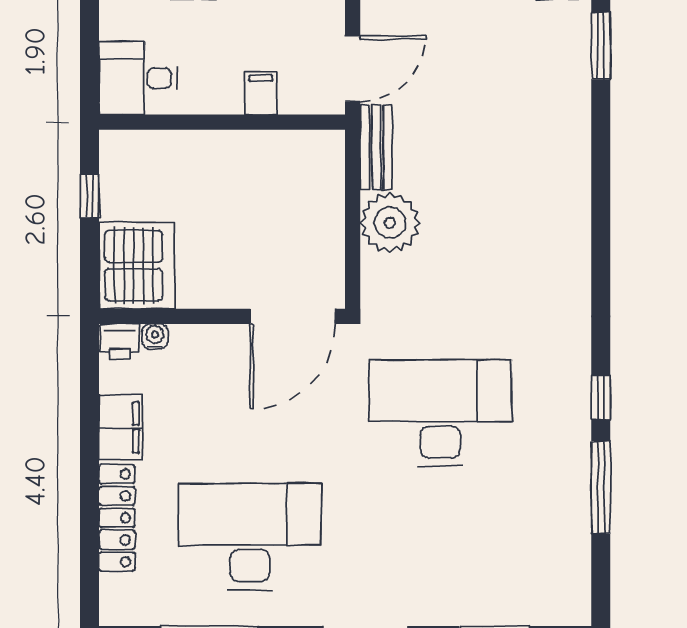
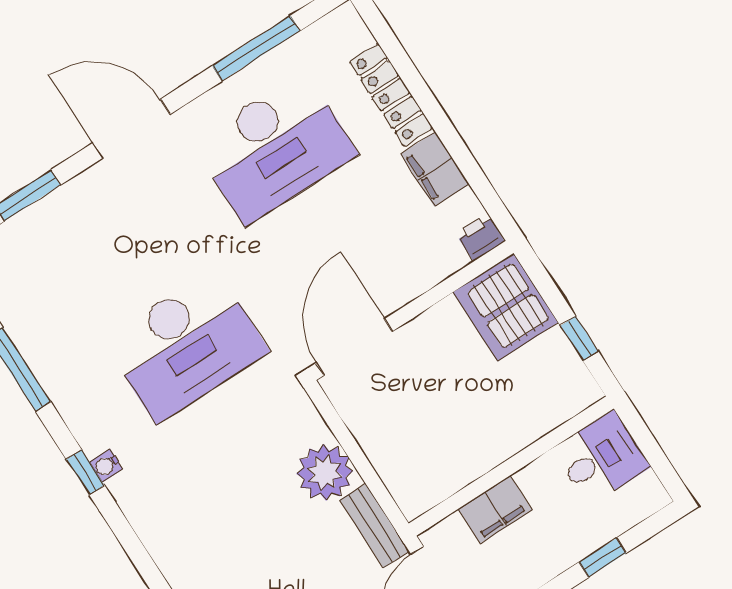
filing cabinet: (261, 93) -> (495, 509), width x2.00
water cooler: (155, 337) -> (106, 466), moved, turned 90
window: (601, 398) -> (85, 472), moved

